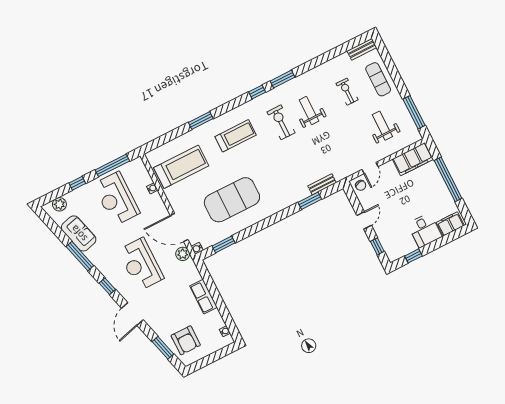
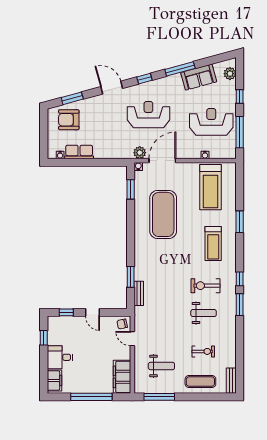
exercise bike: (281, 122) -> (206, 286), turned 180
row of seats: (204, 297) -> (79, 152), moved

